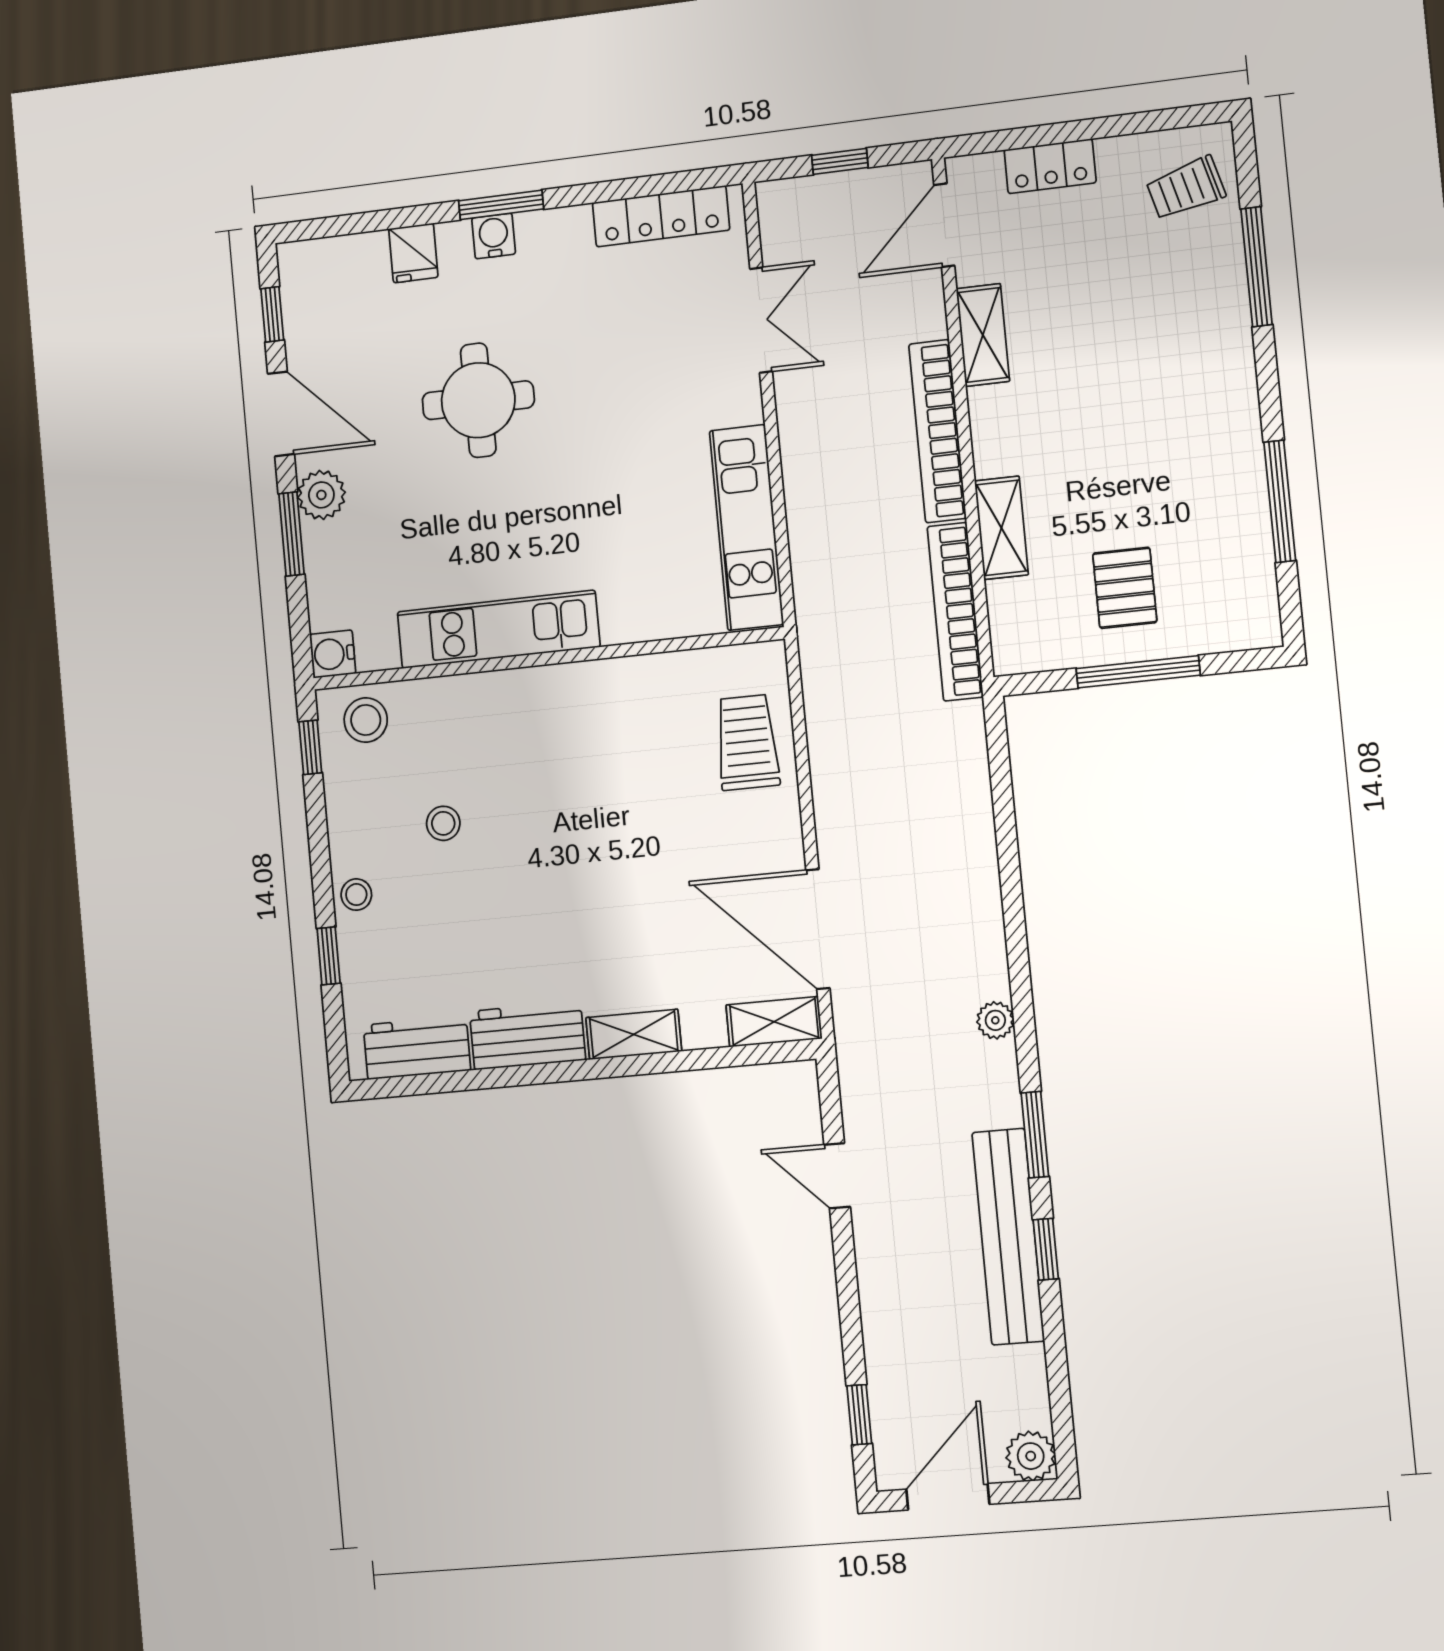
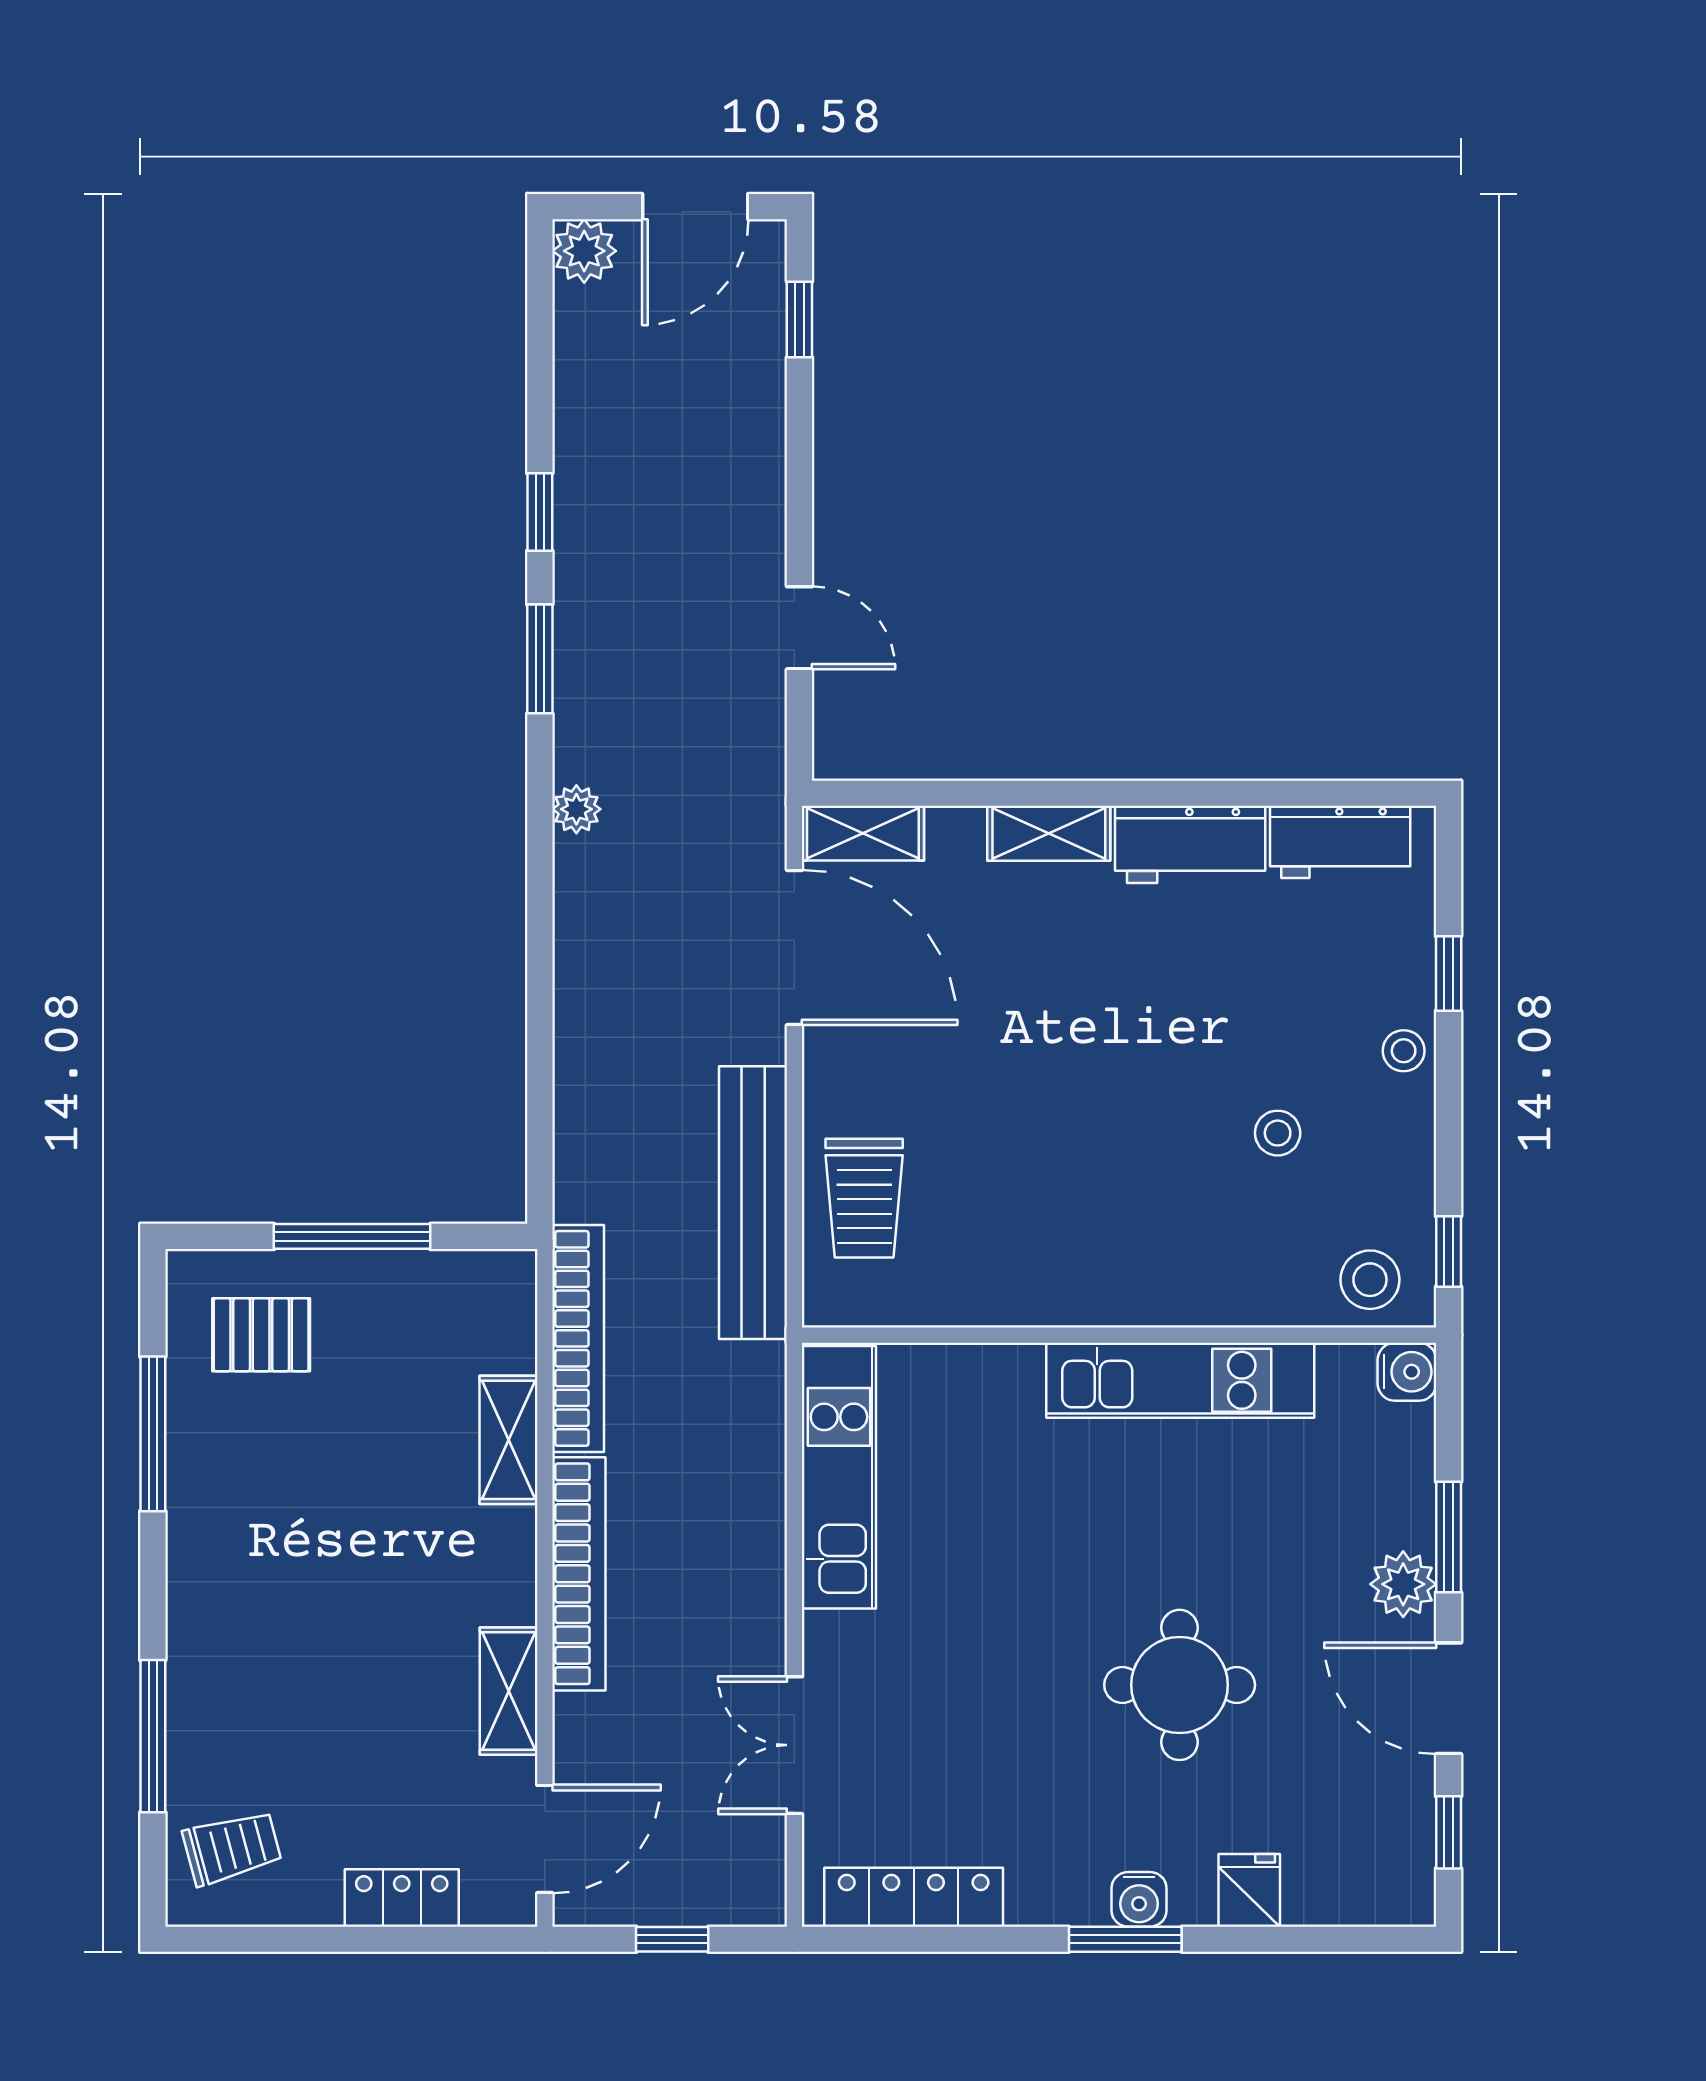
pallet: (1125, 588) -> (261, 1335), moved, turned 90
bench: (1008, 1237) -> (753, 1203), moved

